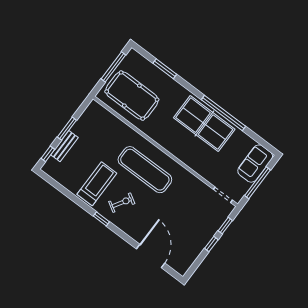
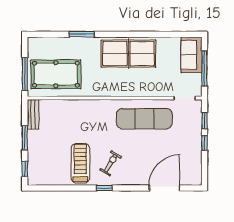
window: (113, 67) -> (25, 74), moved
window: (165, 69) -> (82, 34), moved
window: (223, 113) -> (137, 34), removed
bench: (64, 146) -> (33, 114), moved
exercise mat: (145, 170) -> (144, 119), moved
door: (151, 256) -> (164, 188), hinge flipped

